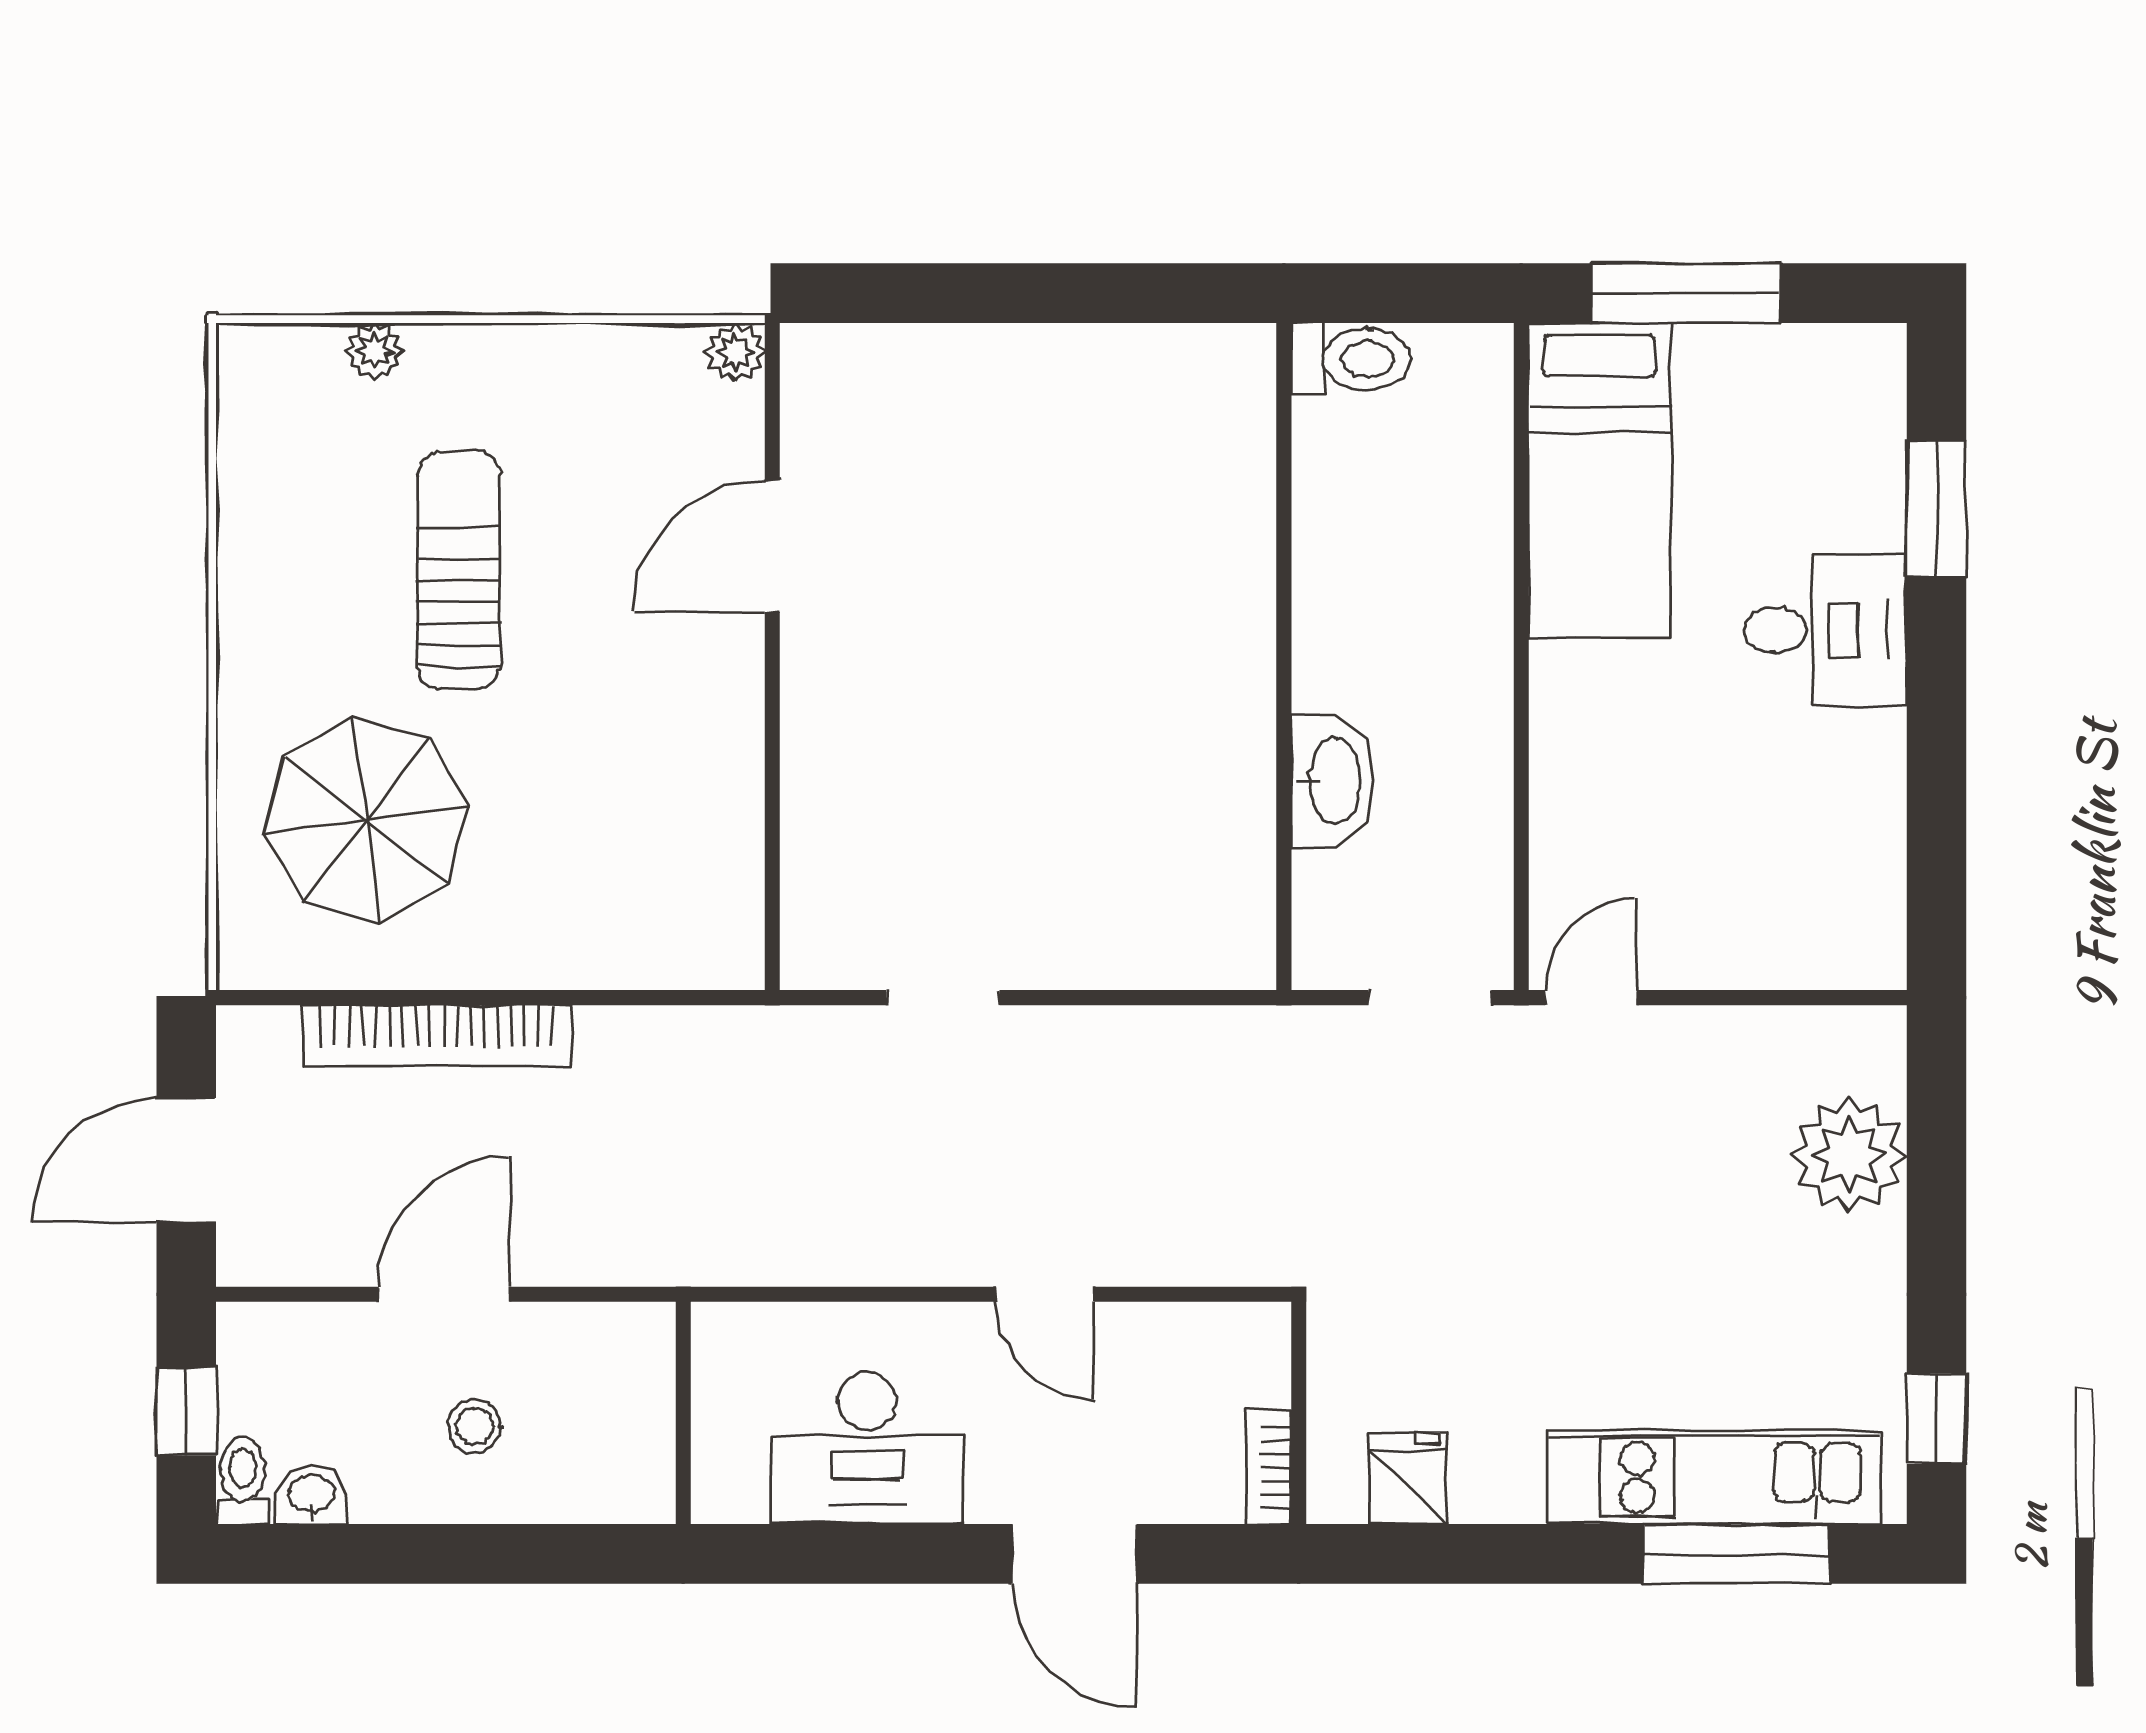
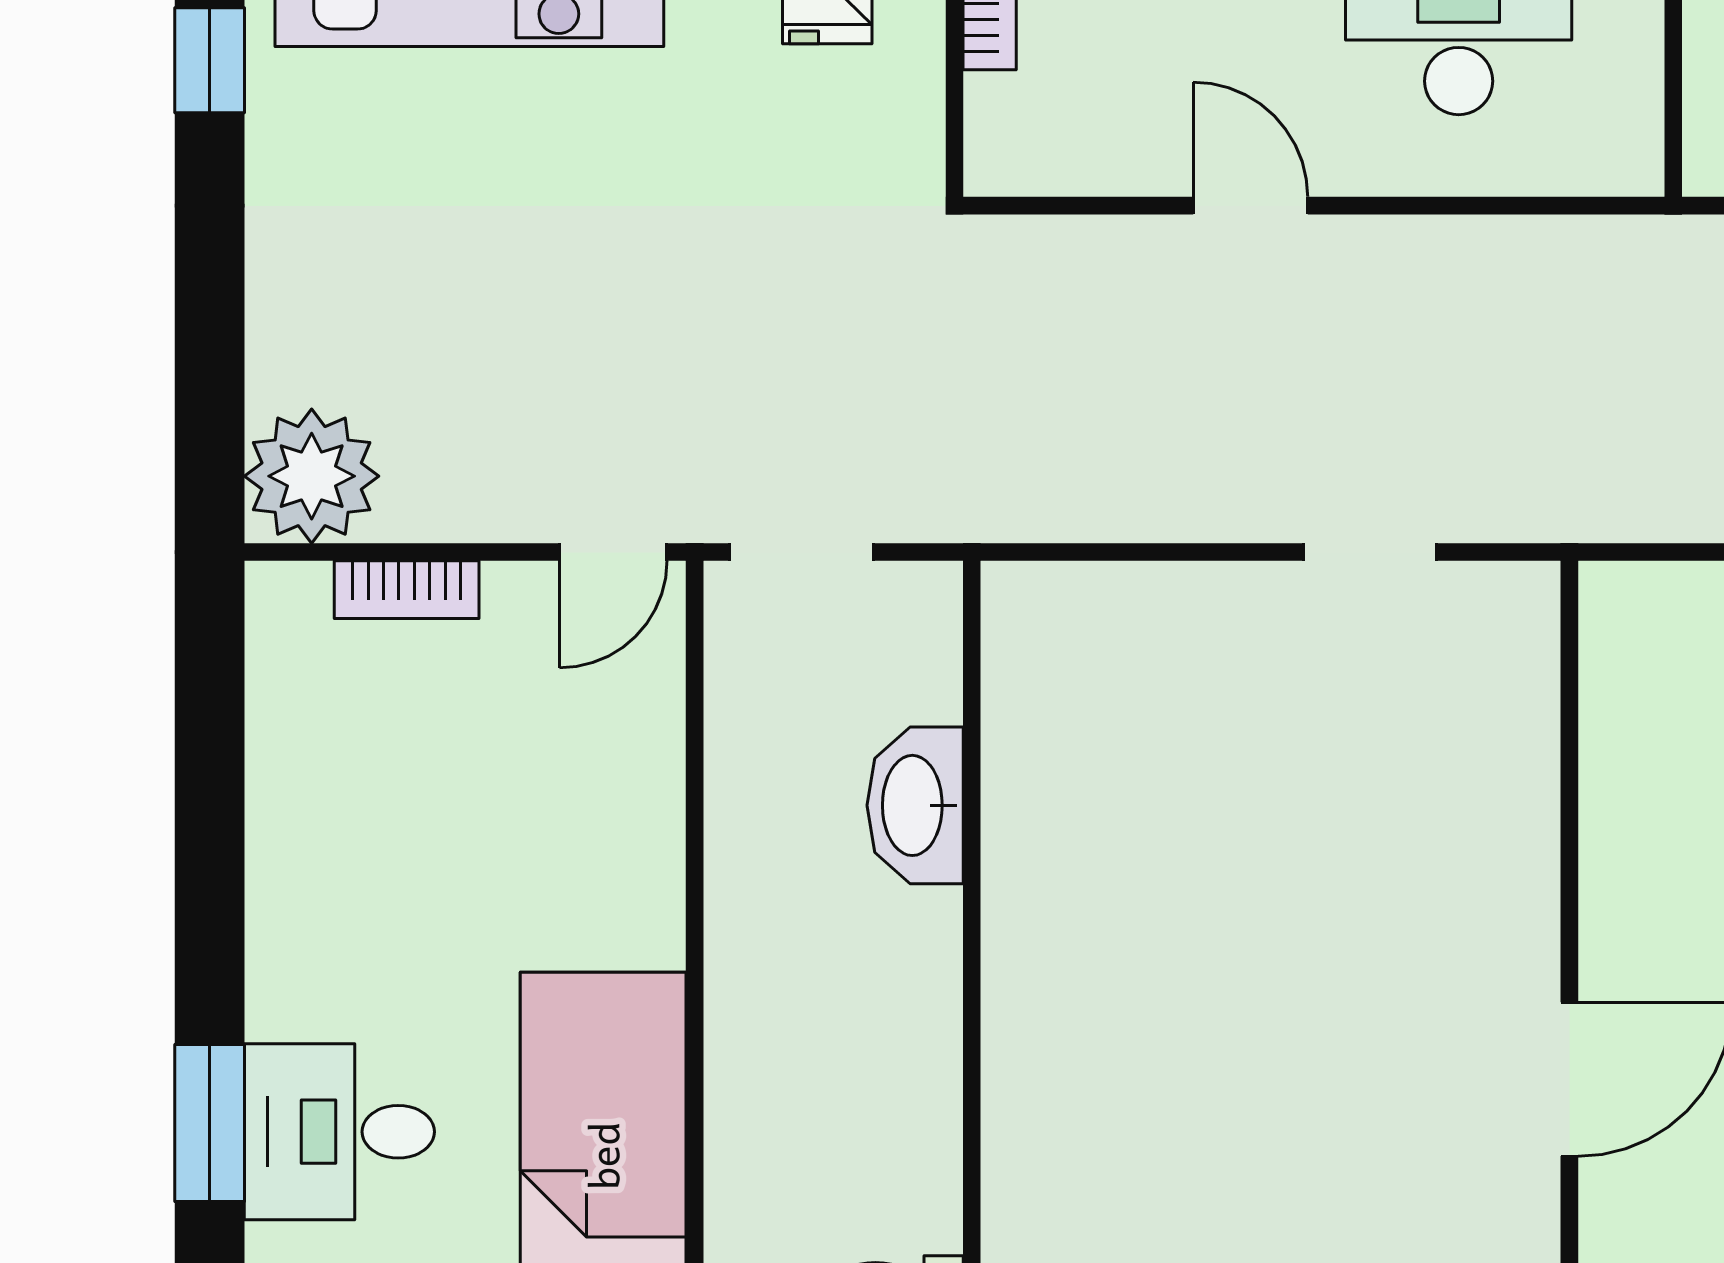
desk: (1825, 630) -> (339, 1132), moved
bookcase: (1768, 965) -> (407, 590), added
plant: (1849, 1155) -> (312, 476), moved

